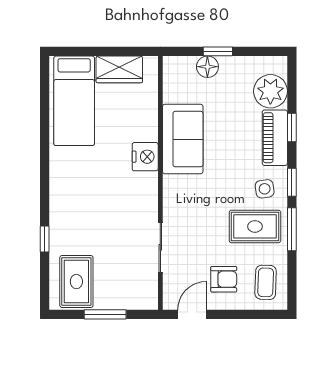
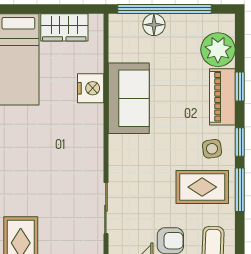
window: (218, 51) -> (165, 9), width x3.17
nightstand: (145, 157) -> (91, 88), moved

